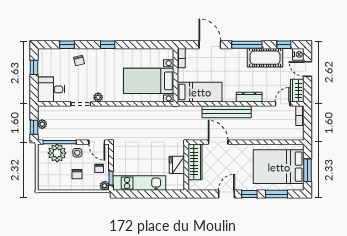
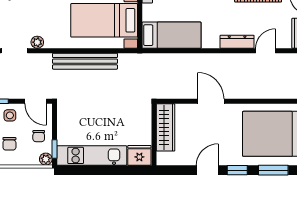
door: (283, 104) -> (266, 51), moved
bench: (227, 112) -> (85, 61), moved
door: (218, 142) -> (211, 101), moved
fridge: (177, 165) -> (139, 155), moved, turned 90

